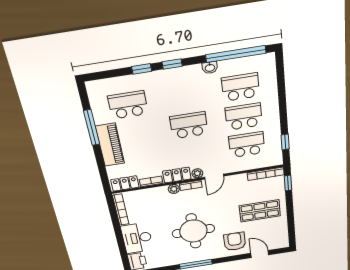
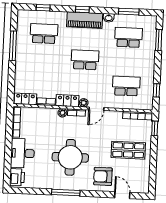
window: (236, 54) -> (129, 12), width x0.47
window: (142, 69) -> (43, 8), moved
window: (281, 82) -> (159, 40), added
school desk: (244, 117) -> (127, 62), removed
piano: (110, 145) -> (85, 20), moved, turned 90
armchair: (235, 241) -> (103, 176), turned -90

